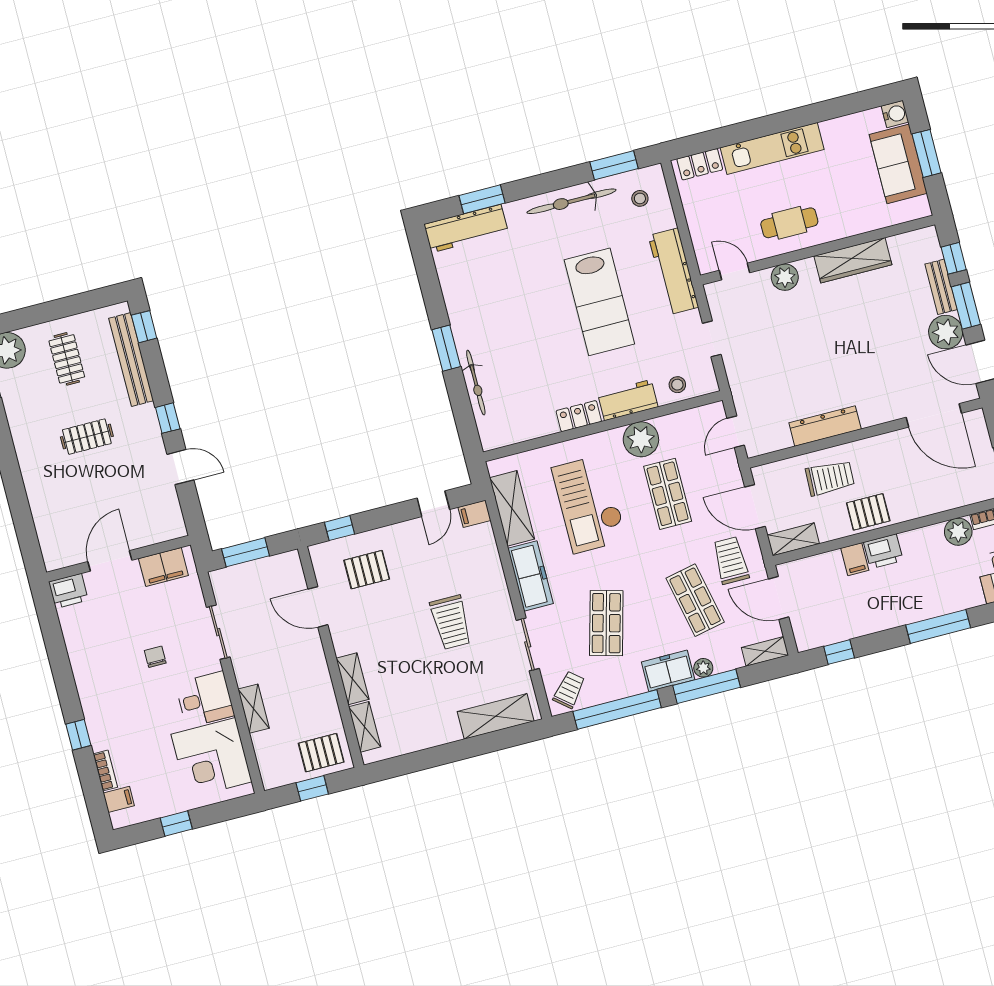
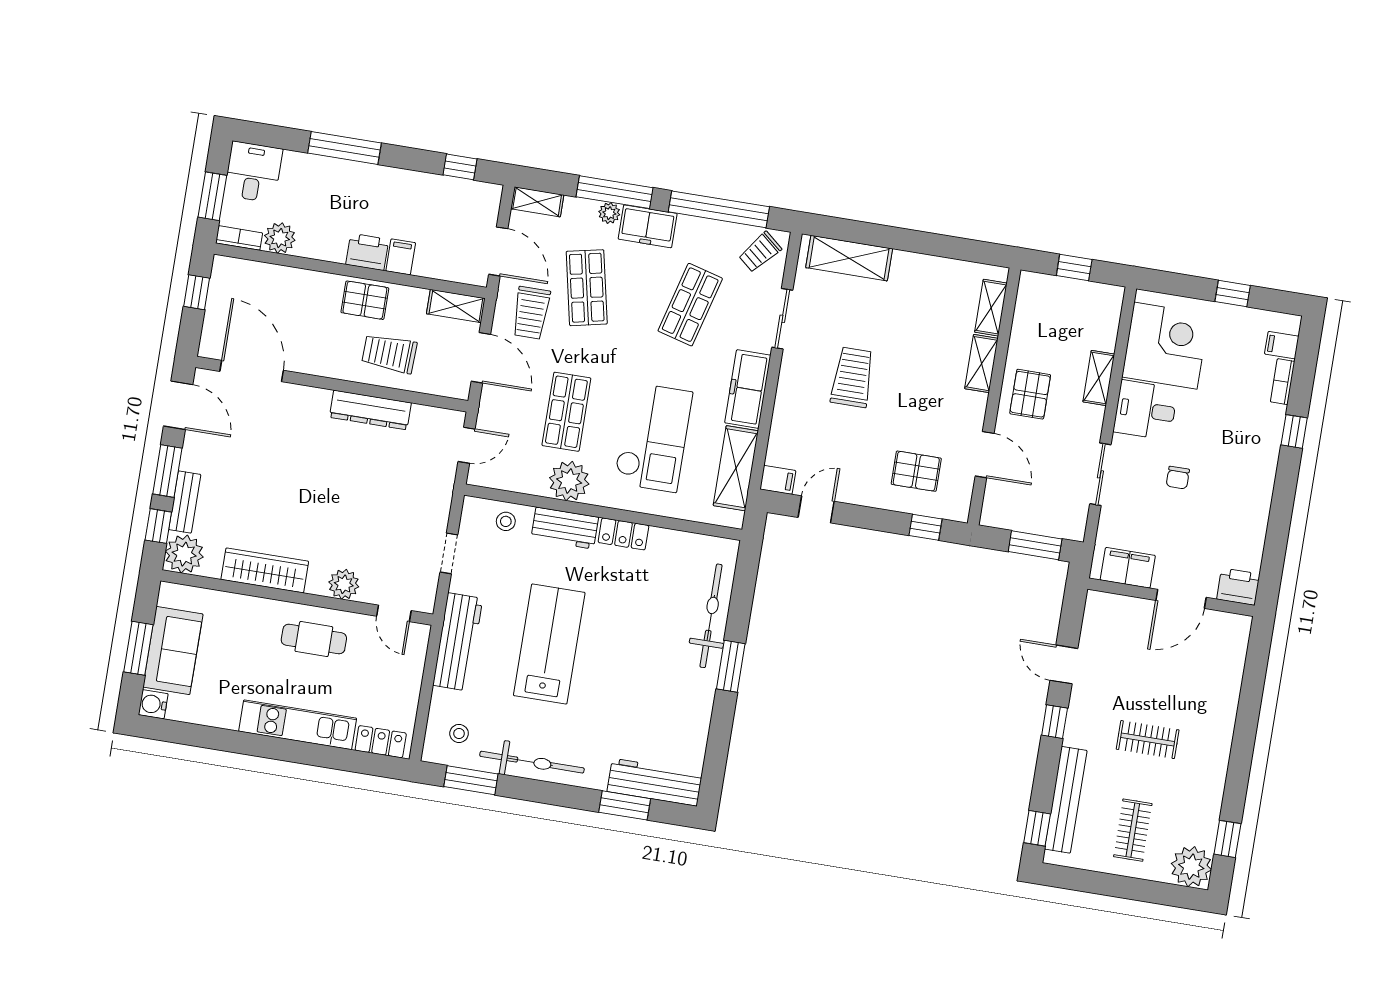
plant: (946, 332) -> (184, 554), moved
bicycle: (476, 383) -> (711, 616), width x1.37, depth x1.40
pallet: (321, 753) -> (1030, 394), moved, turned 90

